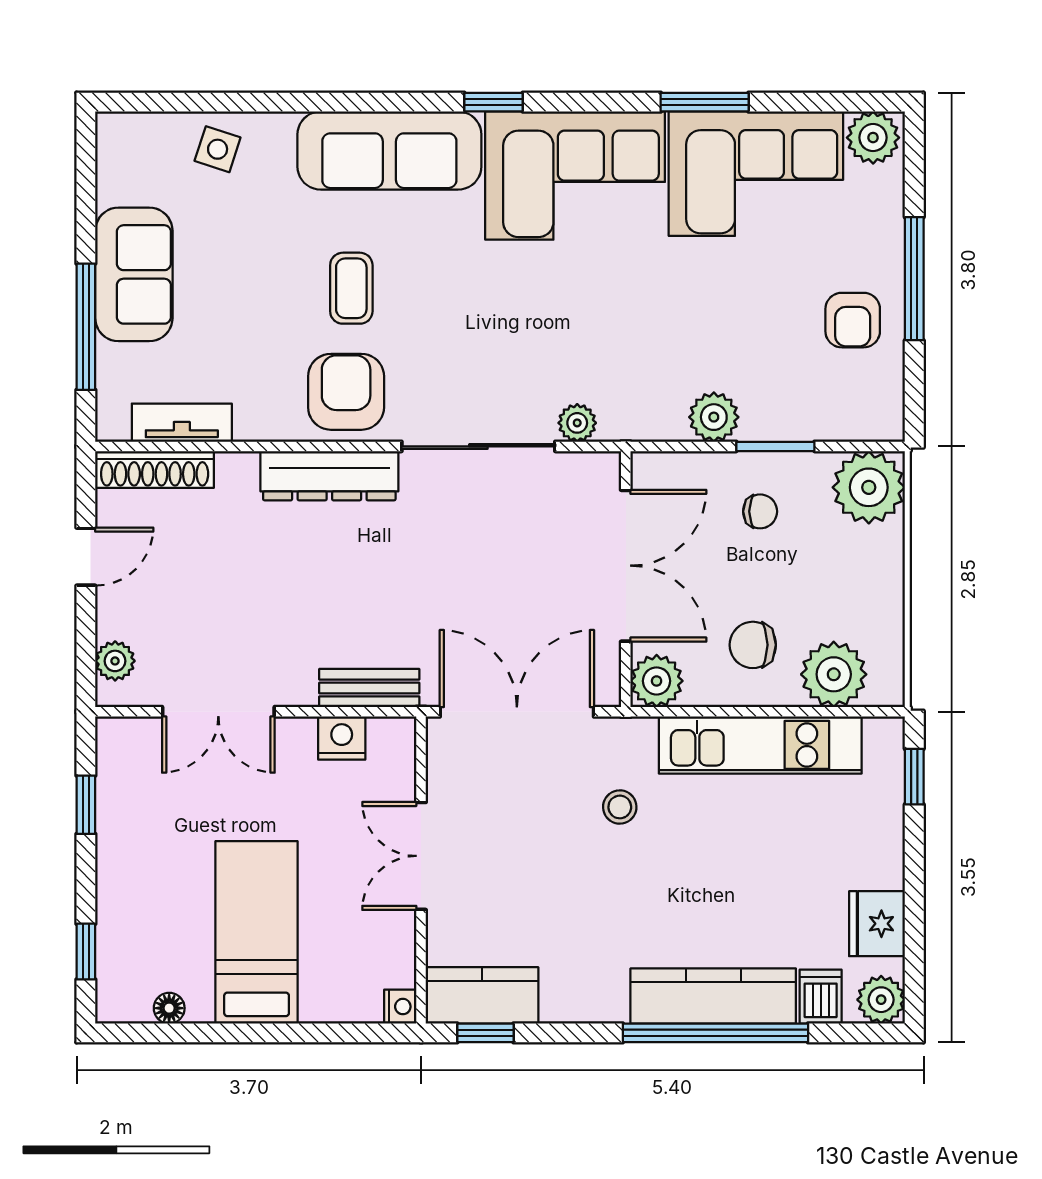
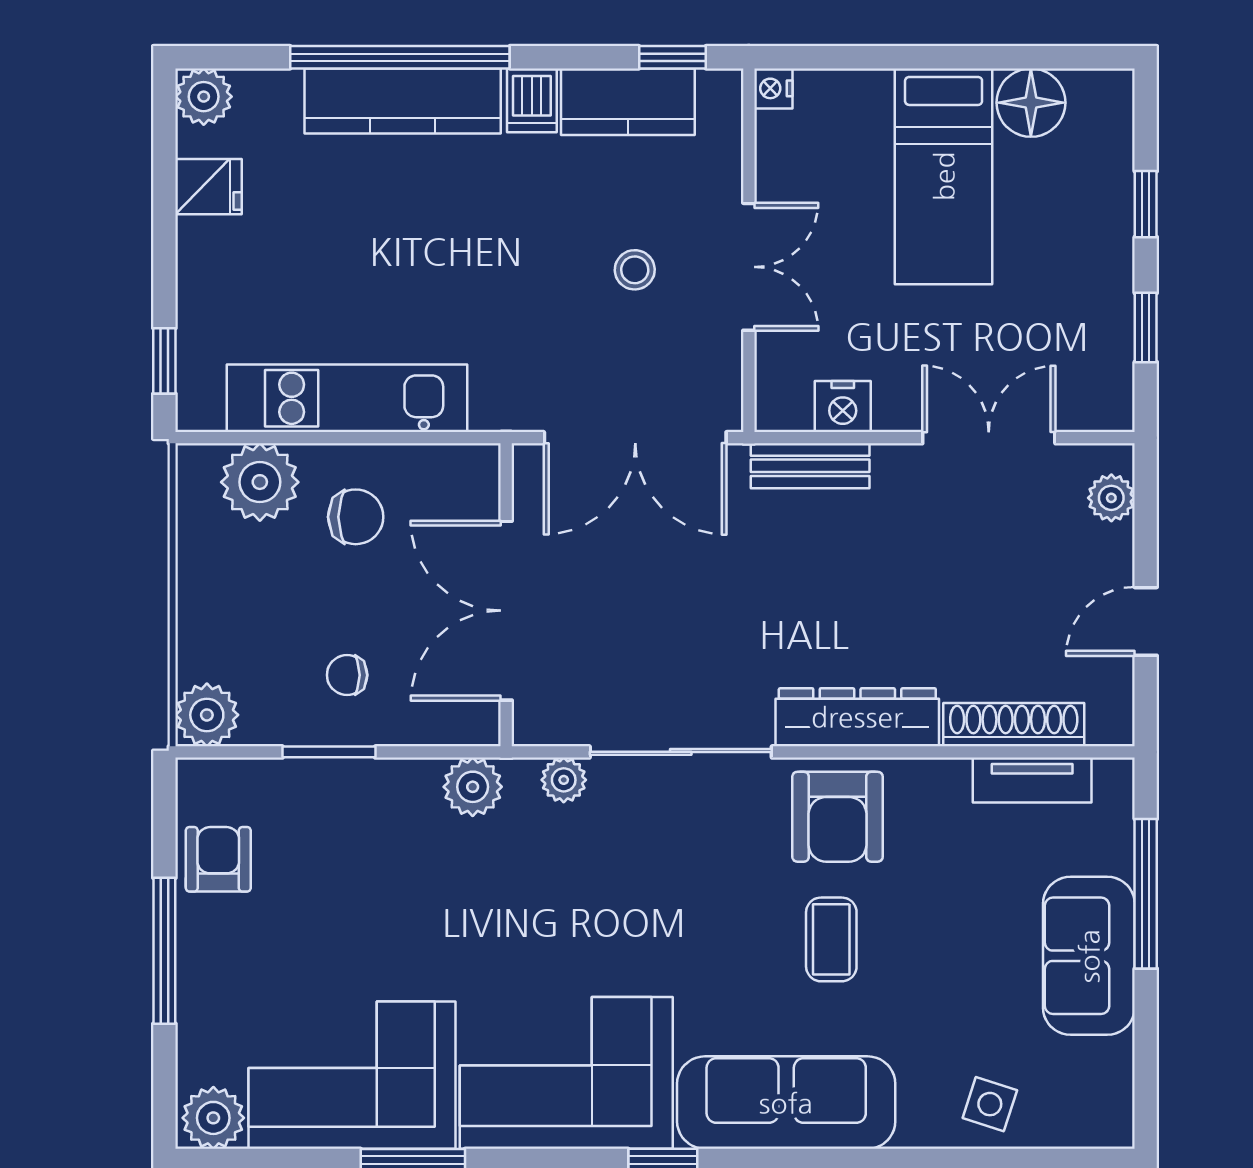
armchair: (853, 320) -> (218, 859), moved
plant: (714, 417) -> (473, 787), moved
shoe rack: (155, 469) -> (1014, 725), moved
plant: (869, 487) -> (207, 715), width x0.73, depth x0.73
plant: (657, 681) -> (470, 474), removed
stool: (620, 807) -> (635, 270), moved
fridge: (877, 924) -> (209, 187), width x0.72
window: (86, 952) -> (1146, 204), moved
kitchen counter: (482, 995) -> (628, 102), moved
dishwasher: (821, 997) -> (532, 100), moved
floor lamp: (169, 1008) -> (1031, 103), width x1.89, depth x1.89

